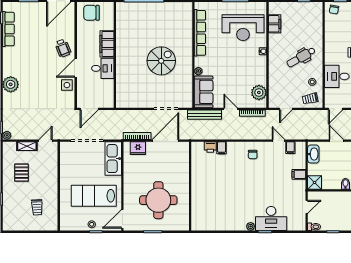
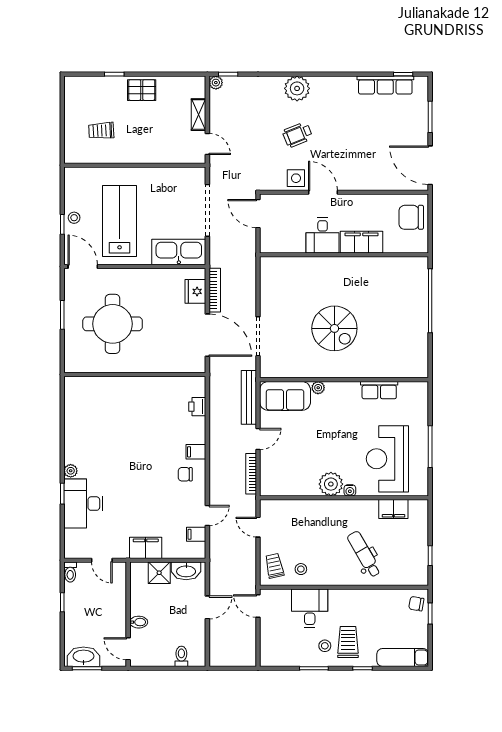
chair: (91, 13) -> (411, 217), turned -90
row of seats: (200, 33) -> (379, 390), width x0.50
wheelchair: (63, 48) -> (298, 135), moved
dental chair: (301, 57) -> (364, 554), moved
plant: (259, 93) -> (331, 484), moved
filing cabinet: (222, 148) -> (196, 452), moved
pallet: (22, 173) -> (142, 90), moved
filing cabinet: (299, 174) -> (146, 548), width x2.00
shower: (315, 183) -> (159, 573), moved

